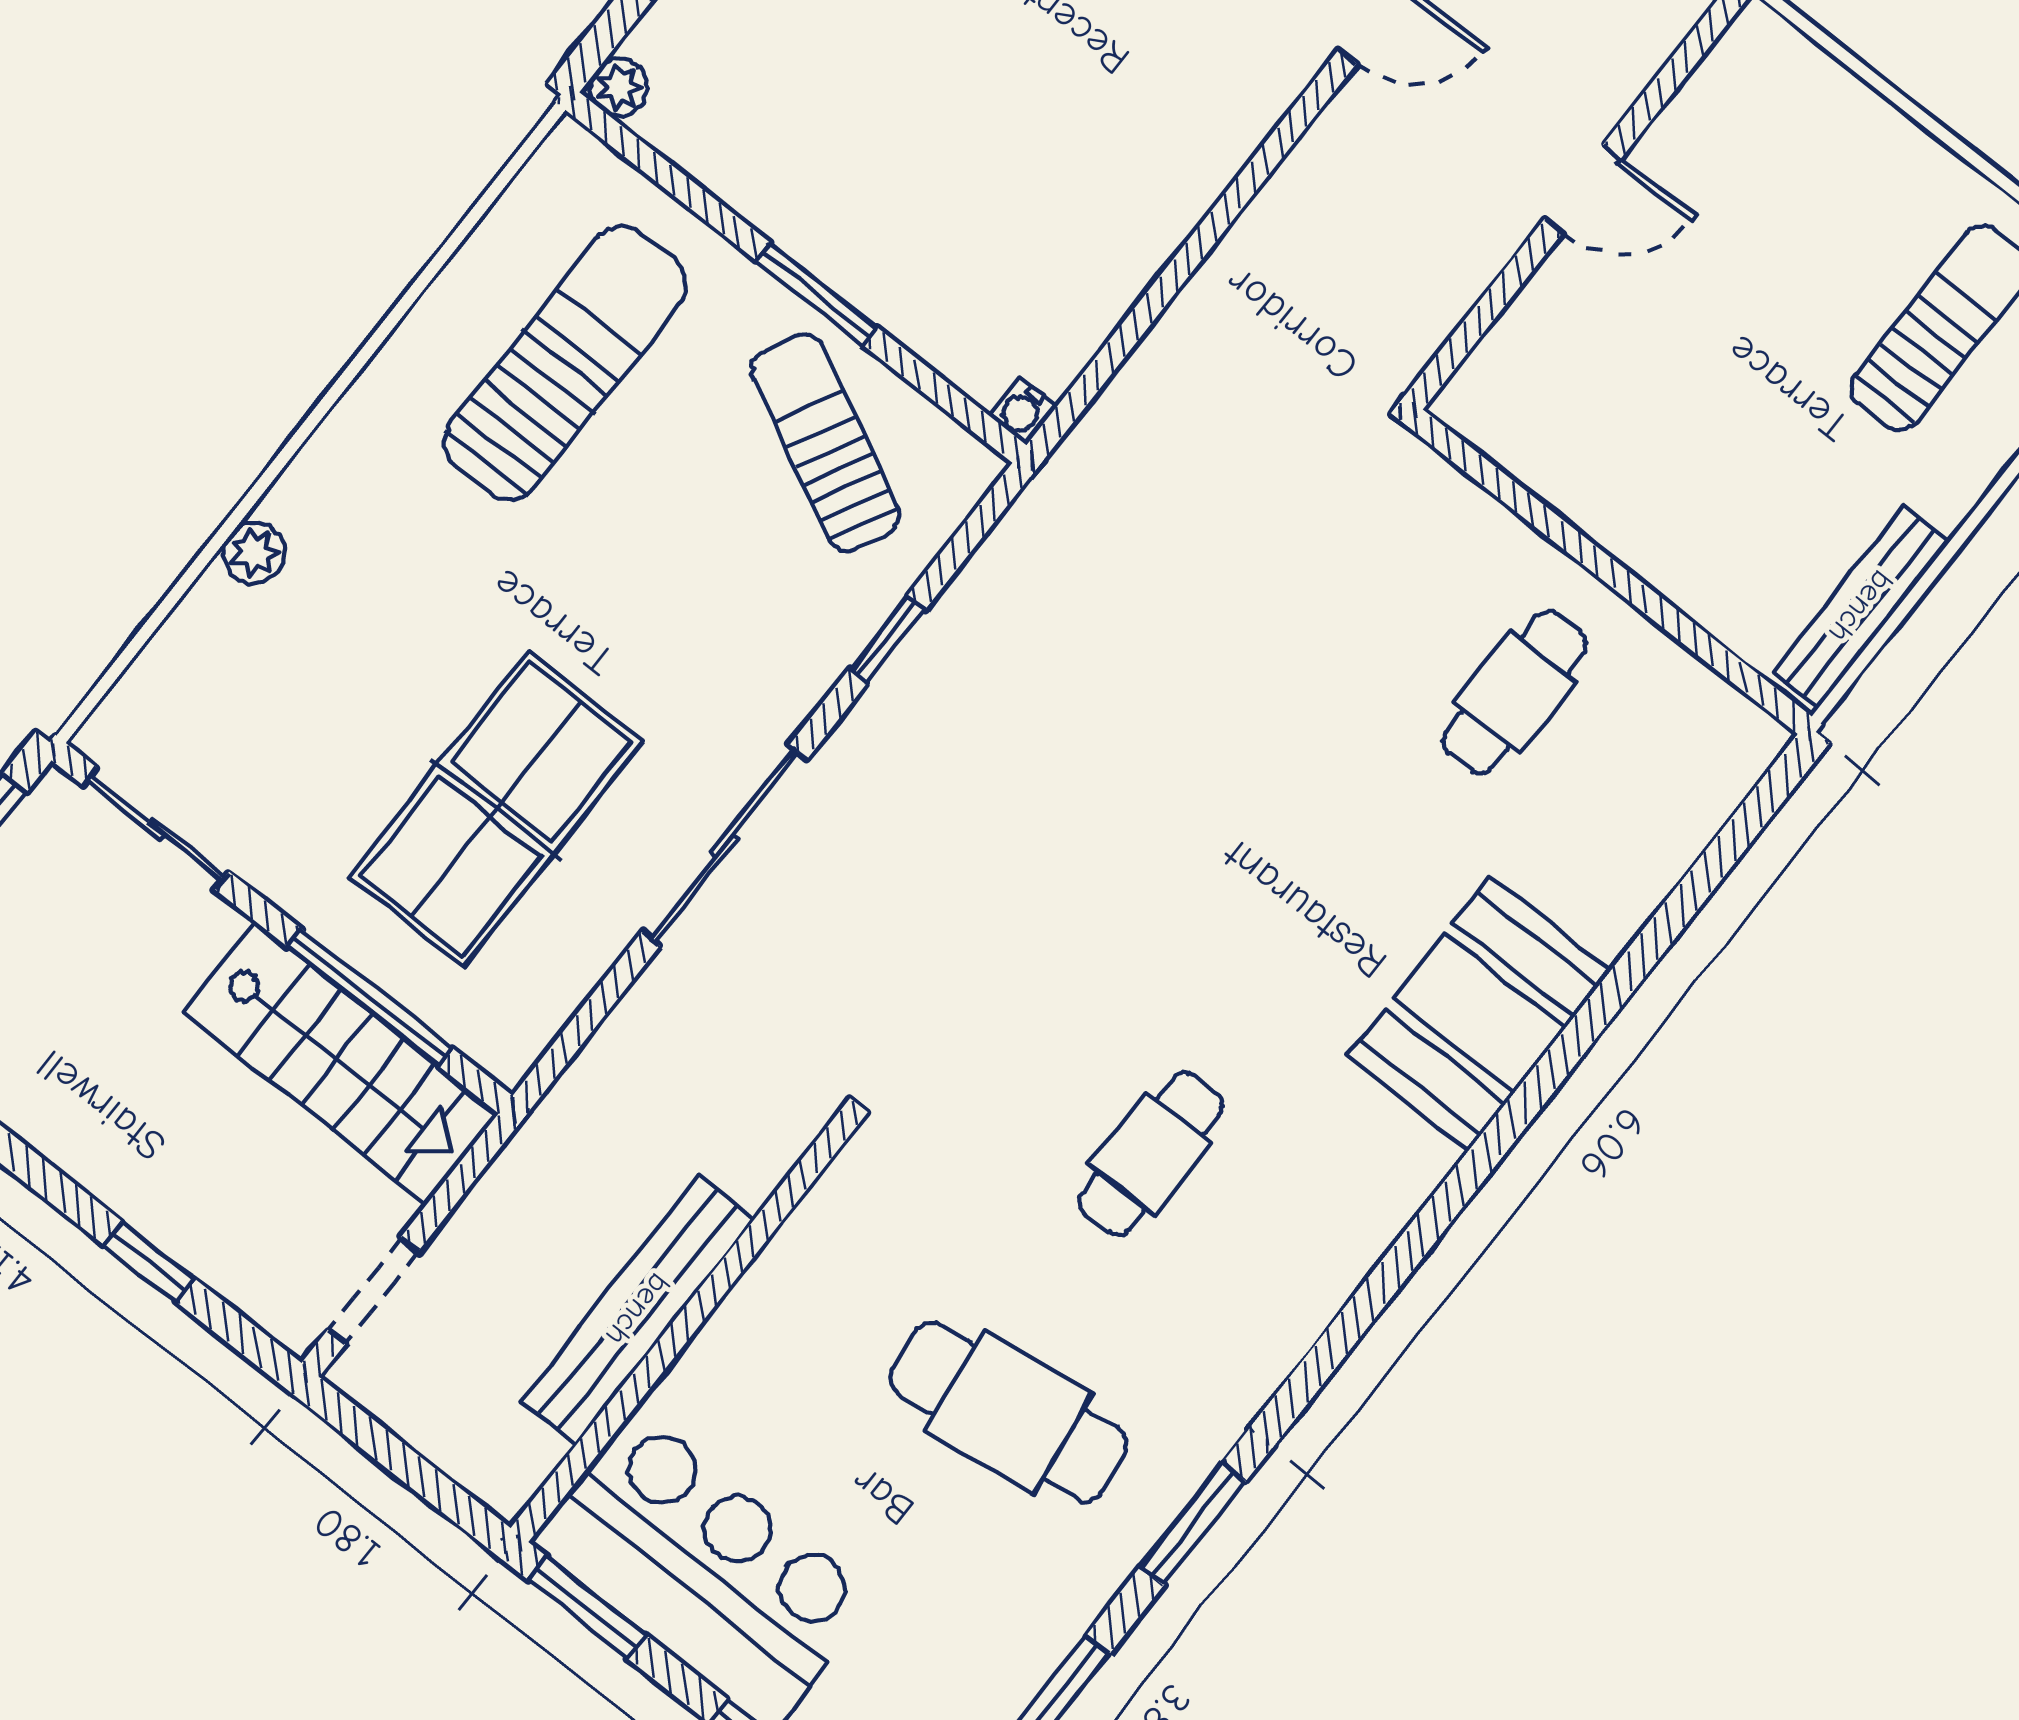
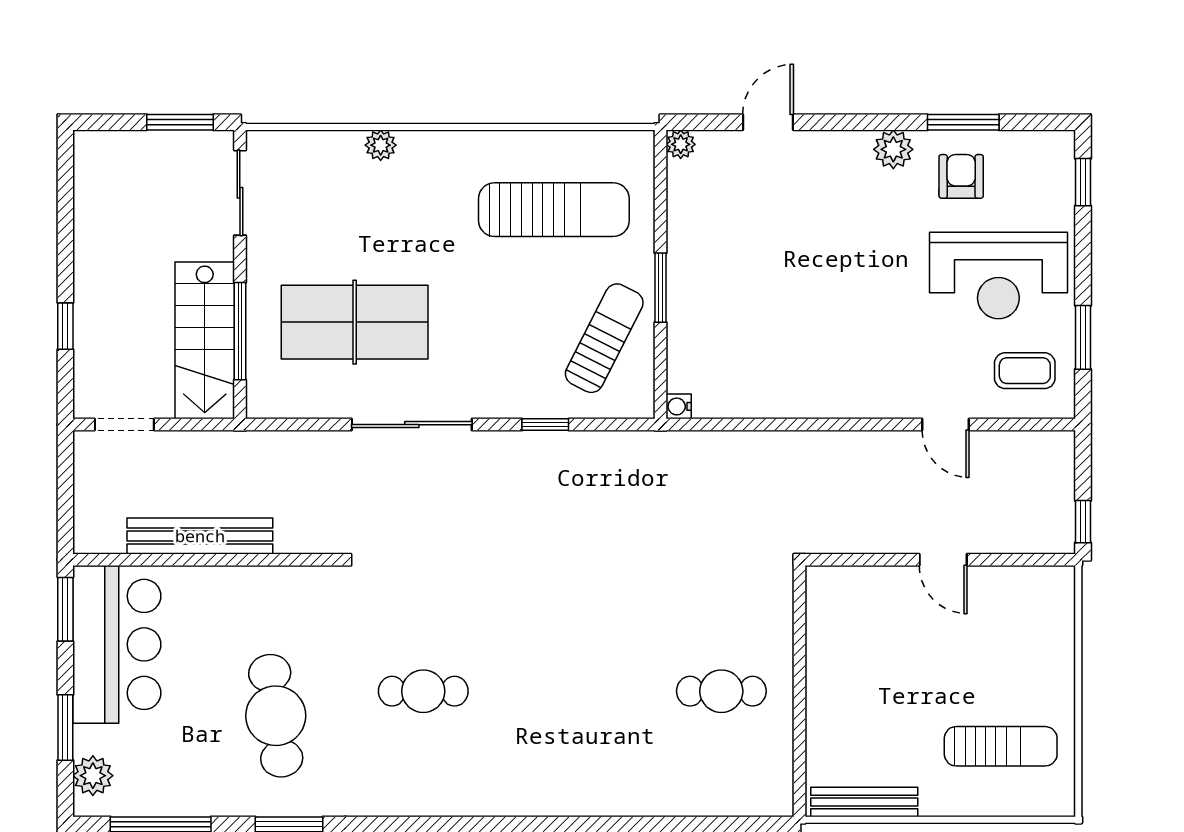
booth: (1479, 1013) -> (583, 778), removed

